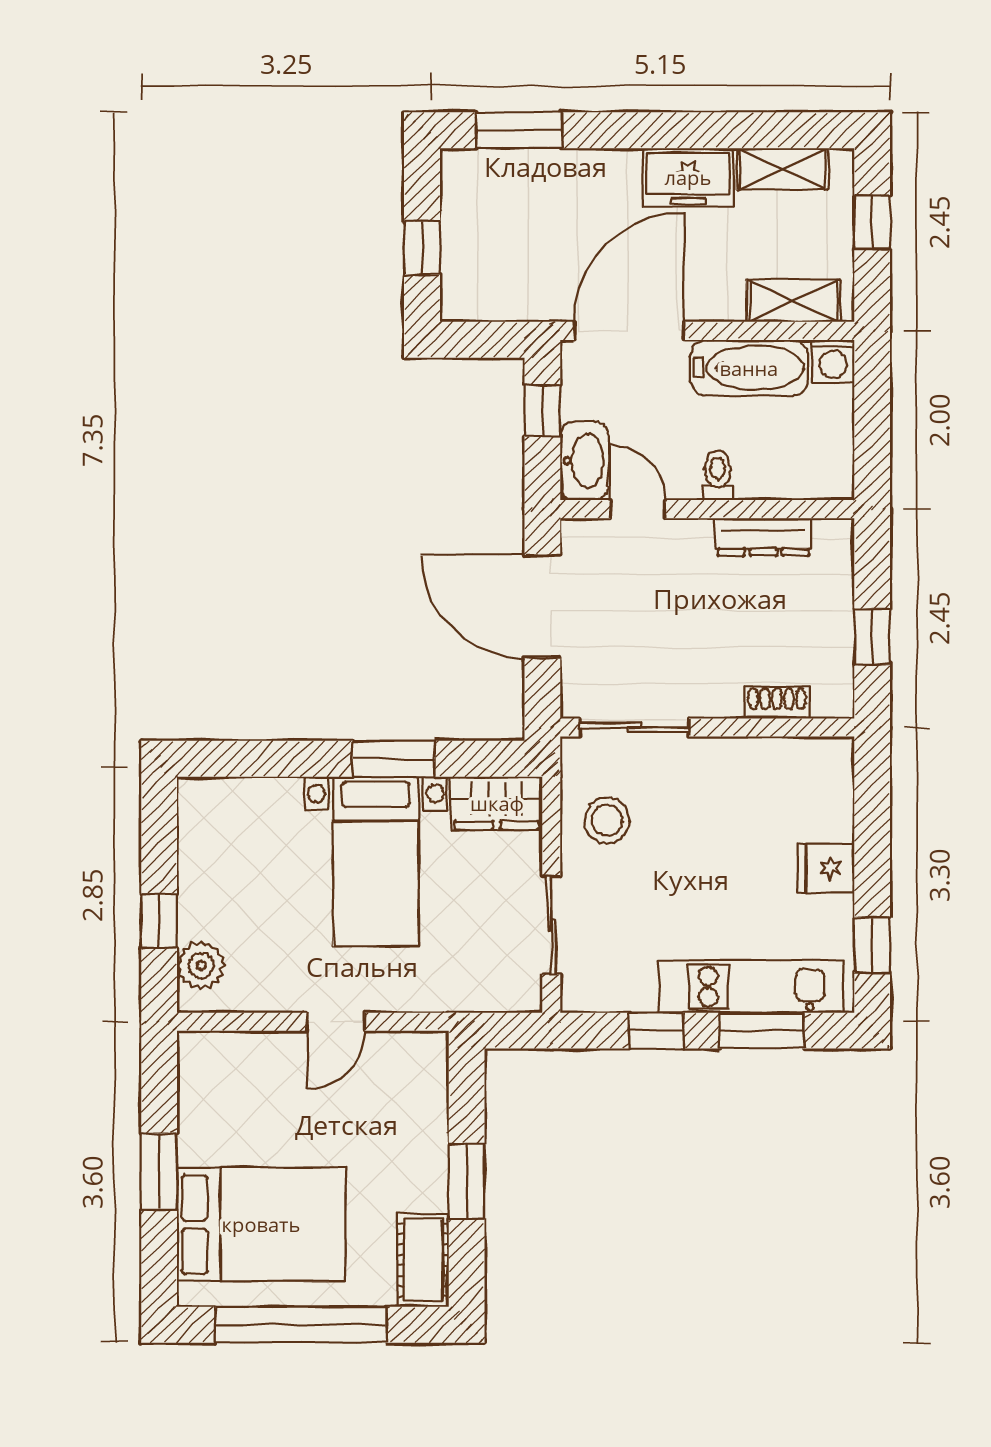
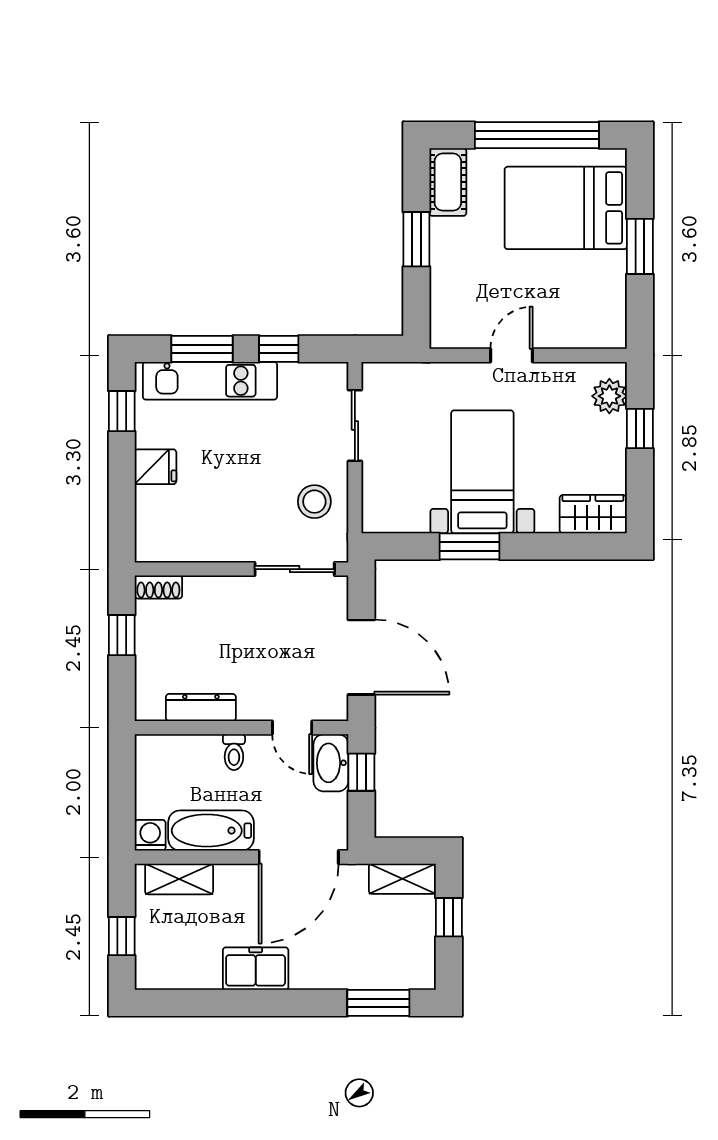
shelving: (783, 169) -> (402, 879), moved
window: (542, 411) -> (361, 772), moved
shoe rack: (777, 703) -> (158, 587), moved
wardrobe: (497, 803) -> (593, 514), moved

